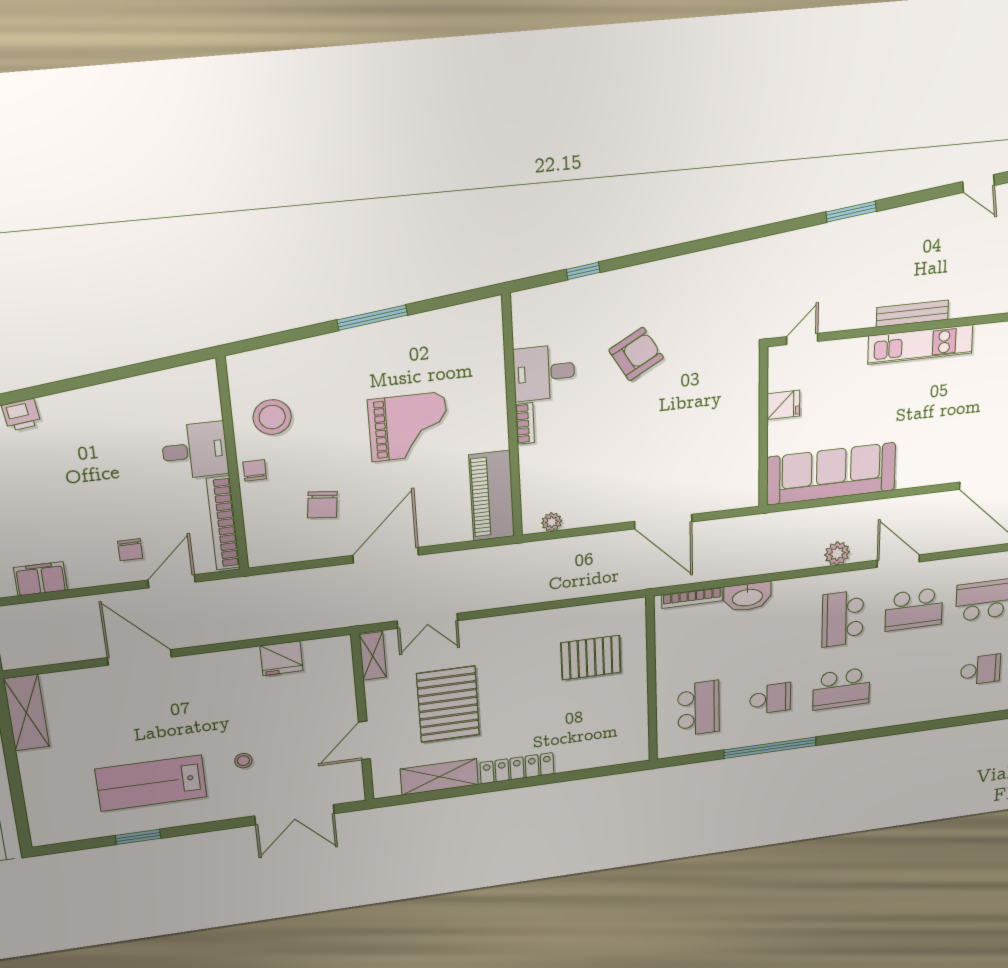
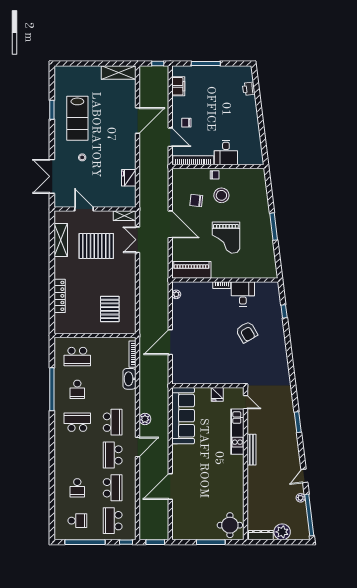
kitchen unit: (920, 344) -> (237, 432), moved
stool: (272, 417) -> (221, 195), moved
school desk: (843, 619) -> (113, 422), turned 90
school desk: (841, 689) -> (77, 422), turned 90
locker: (517, 768) -> (60, 296), moved
lab bench: (151, 783) -> (77, 118), turned 180

